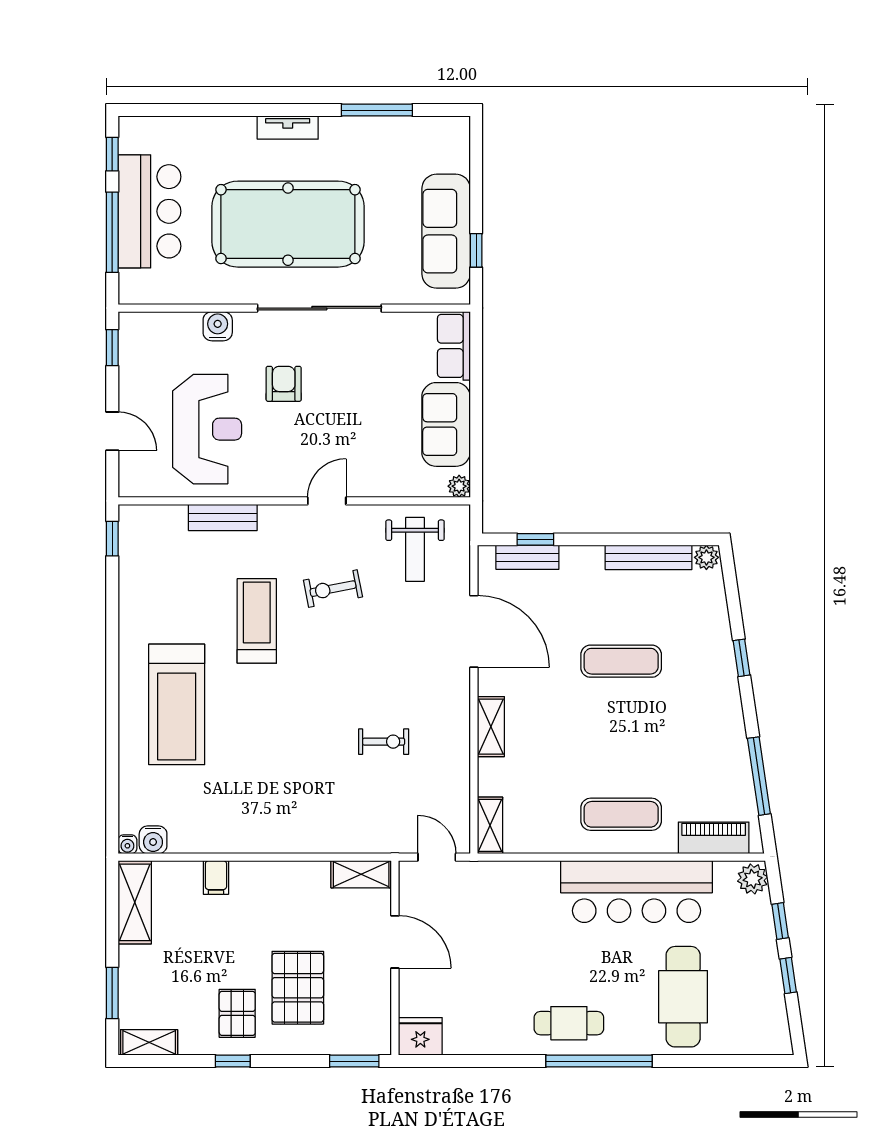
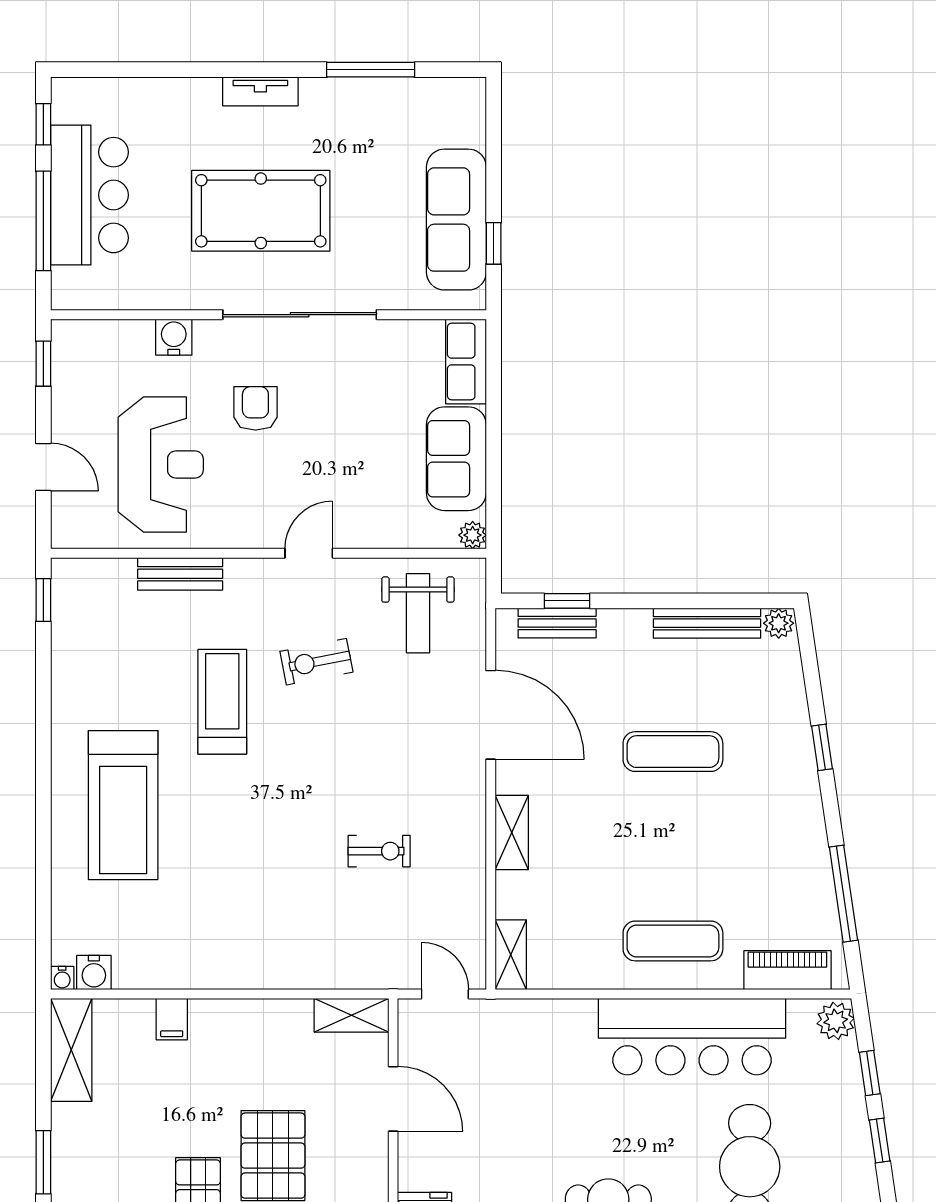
pool table: (288, 224) -> (261, 211), width x0.73, depth x0.76

